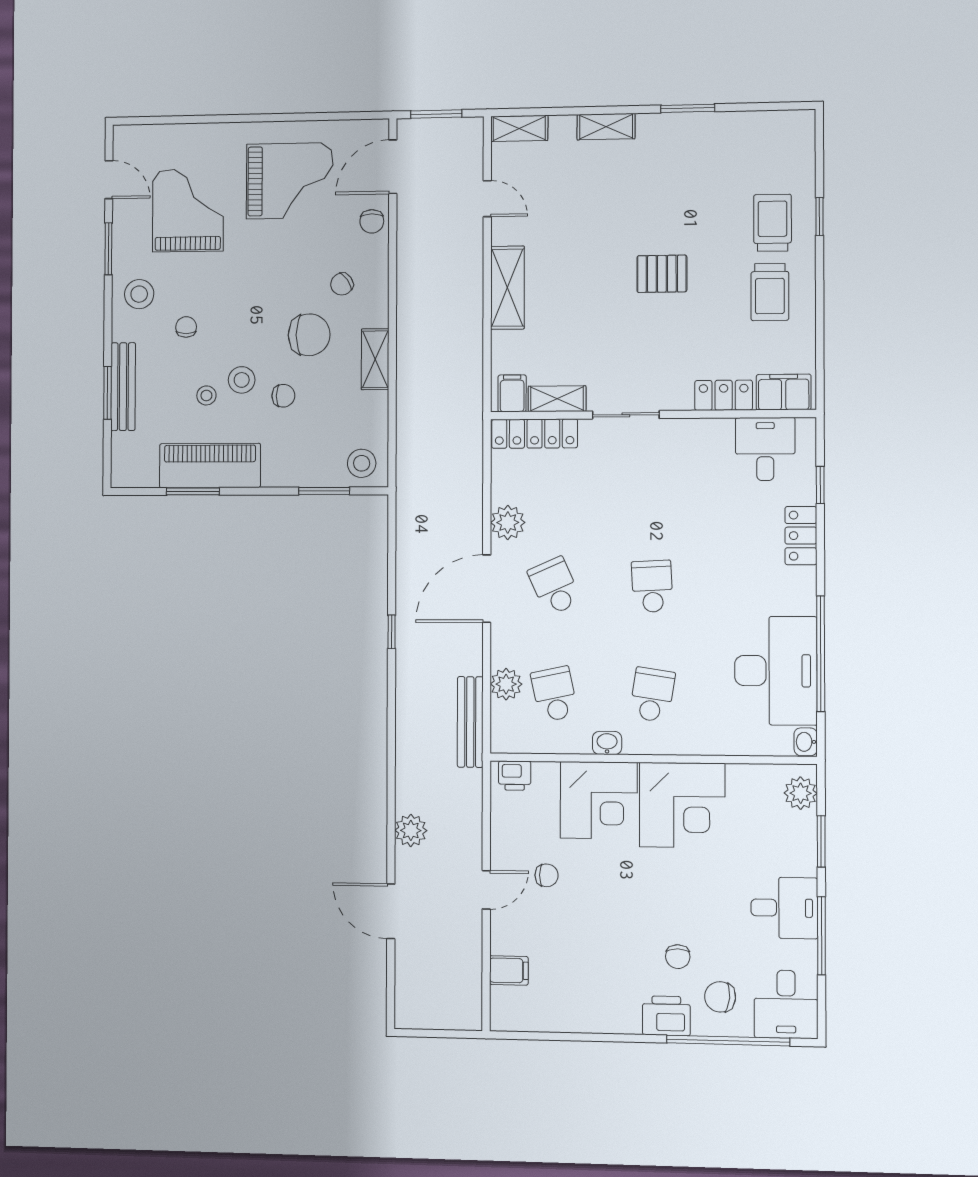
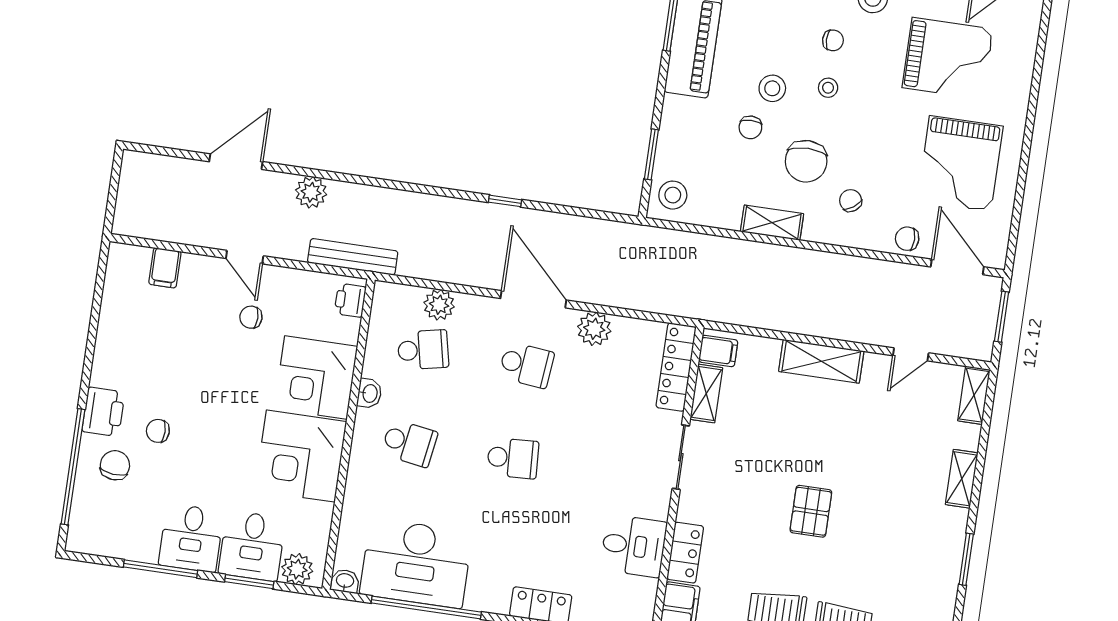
stool: (206, 395) -> (828, 88), moved
desk: (765, 449) -> (634, 546), moved
school desk: (554, 586) -> (526, 365), turned 30
bench: (470, 722) -> (353, 257), moved
chair: (547, 875) -> (251, 317), turned 90
desk: (786, 1004) -> (252, 546), moved, turned -90

